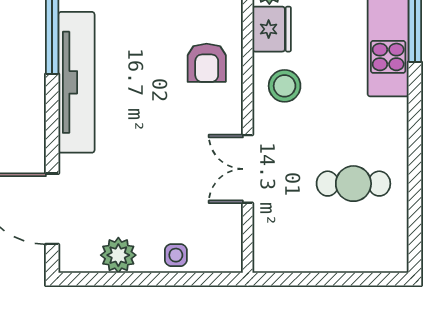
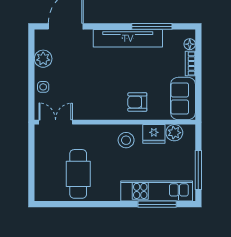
double door: (248, 169) -> (56, 122), moved
cafe table: (353, 184) -> (78, 174), width x1.37, depth x1.35

